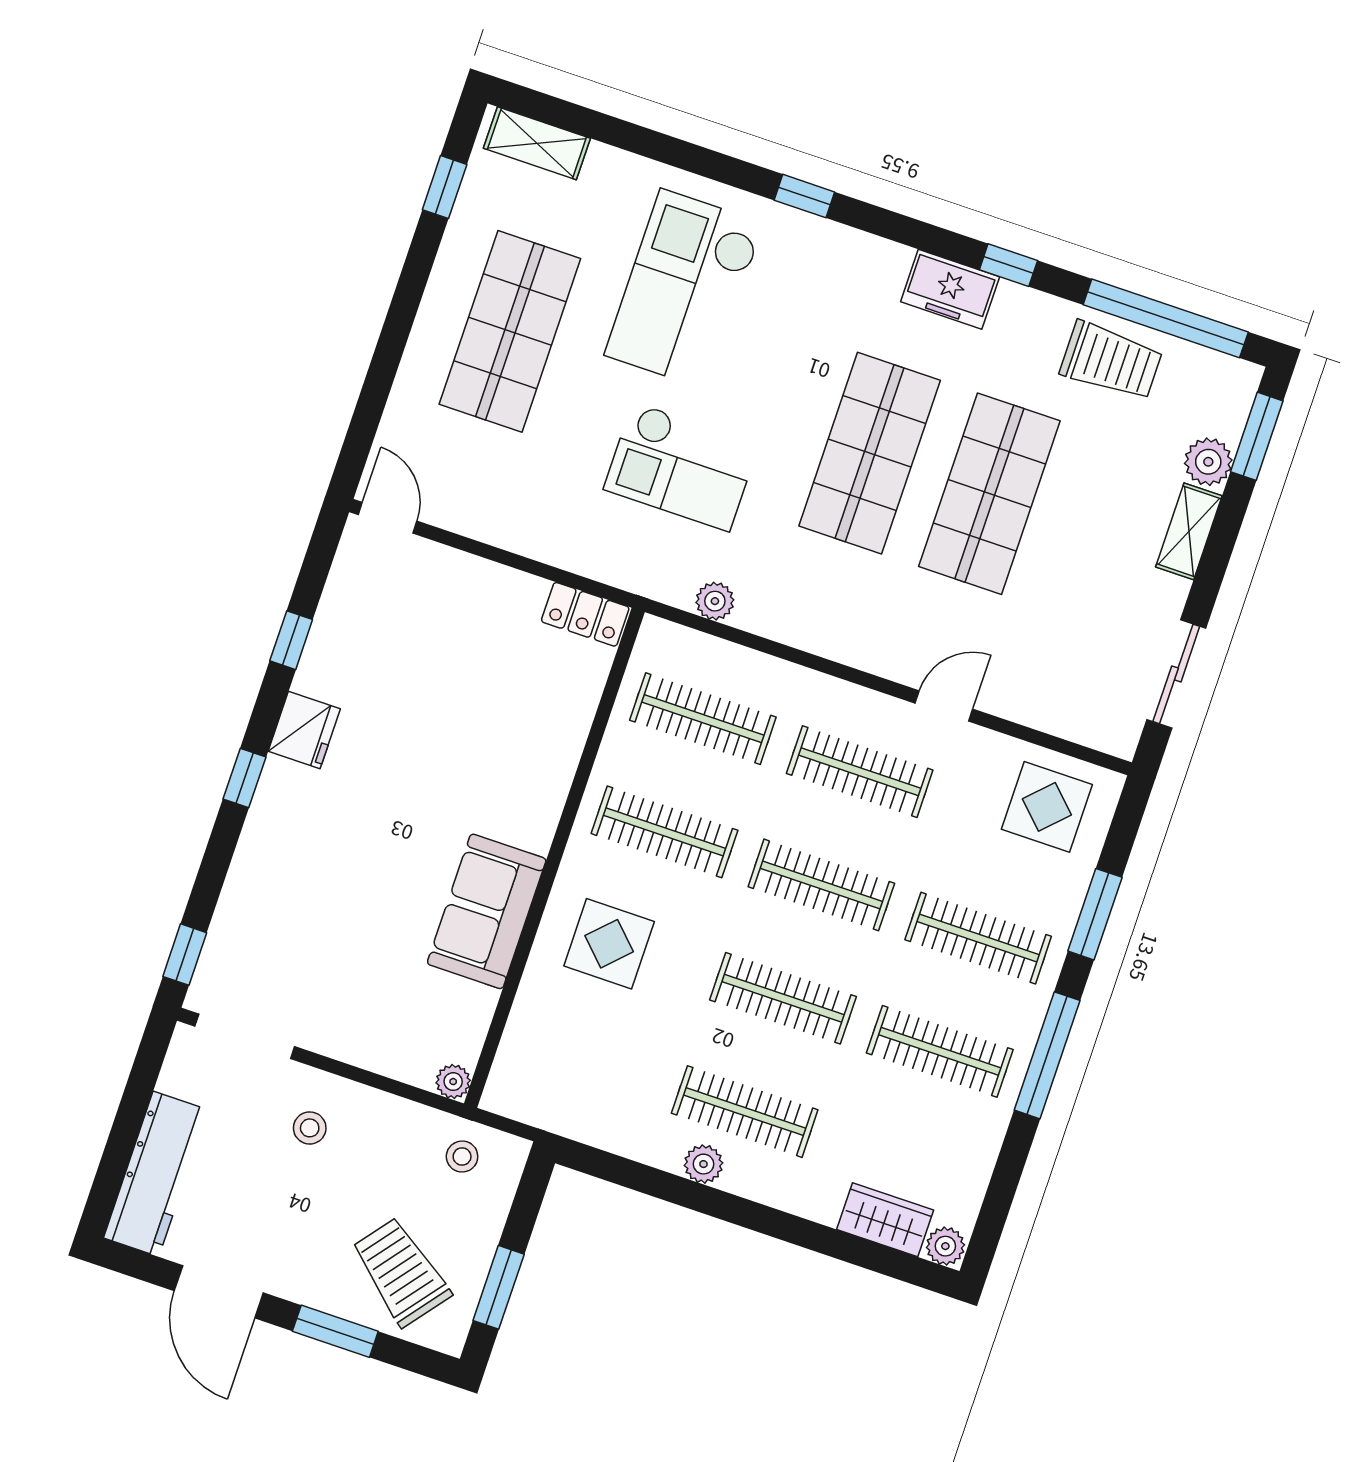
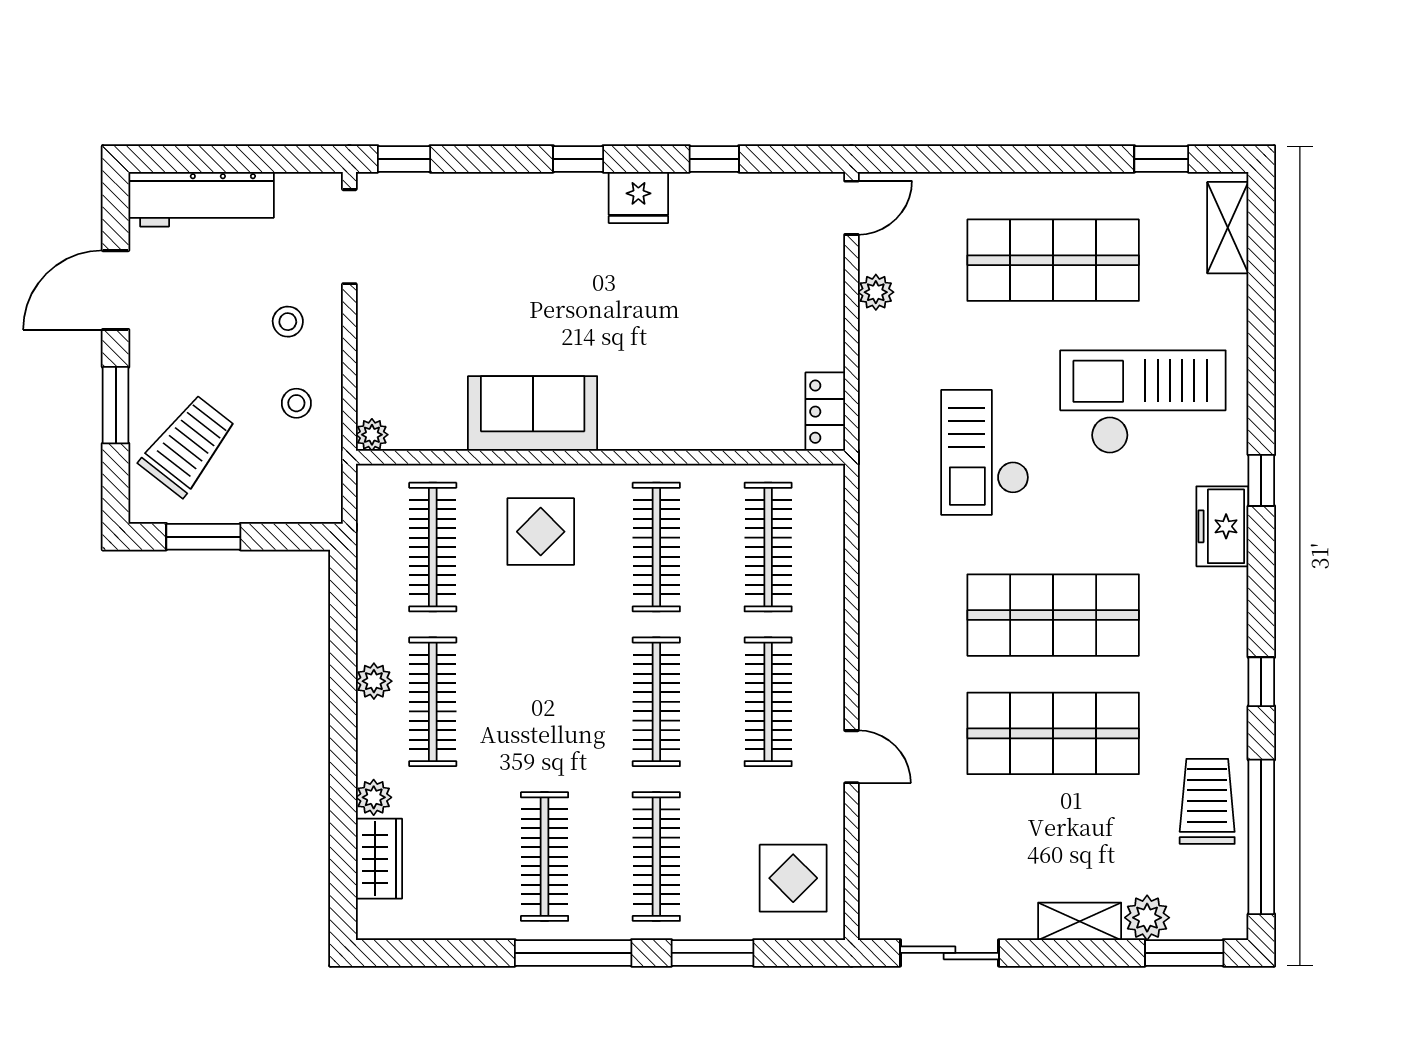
freezer: (950, 289) -> (1222, 526), moved
trolley: (1111, 361) -> (1207, 801), turned 180
plant: (715, 601) -> (876, 292), moved
clothes rail: (783, 998) -> (433, 547), moved
stool: (462, 1157) -> (296, 403), moved
plant: (945, 1246) -> (374, 797), moved

